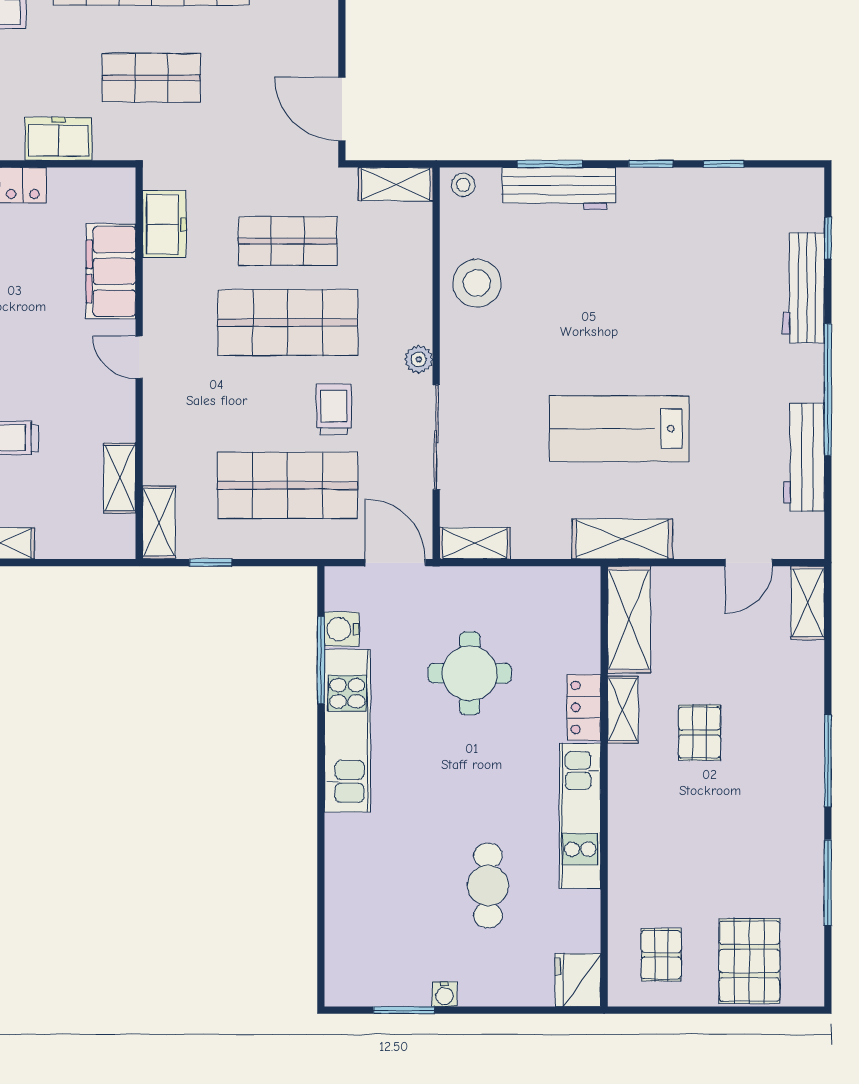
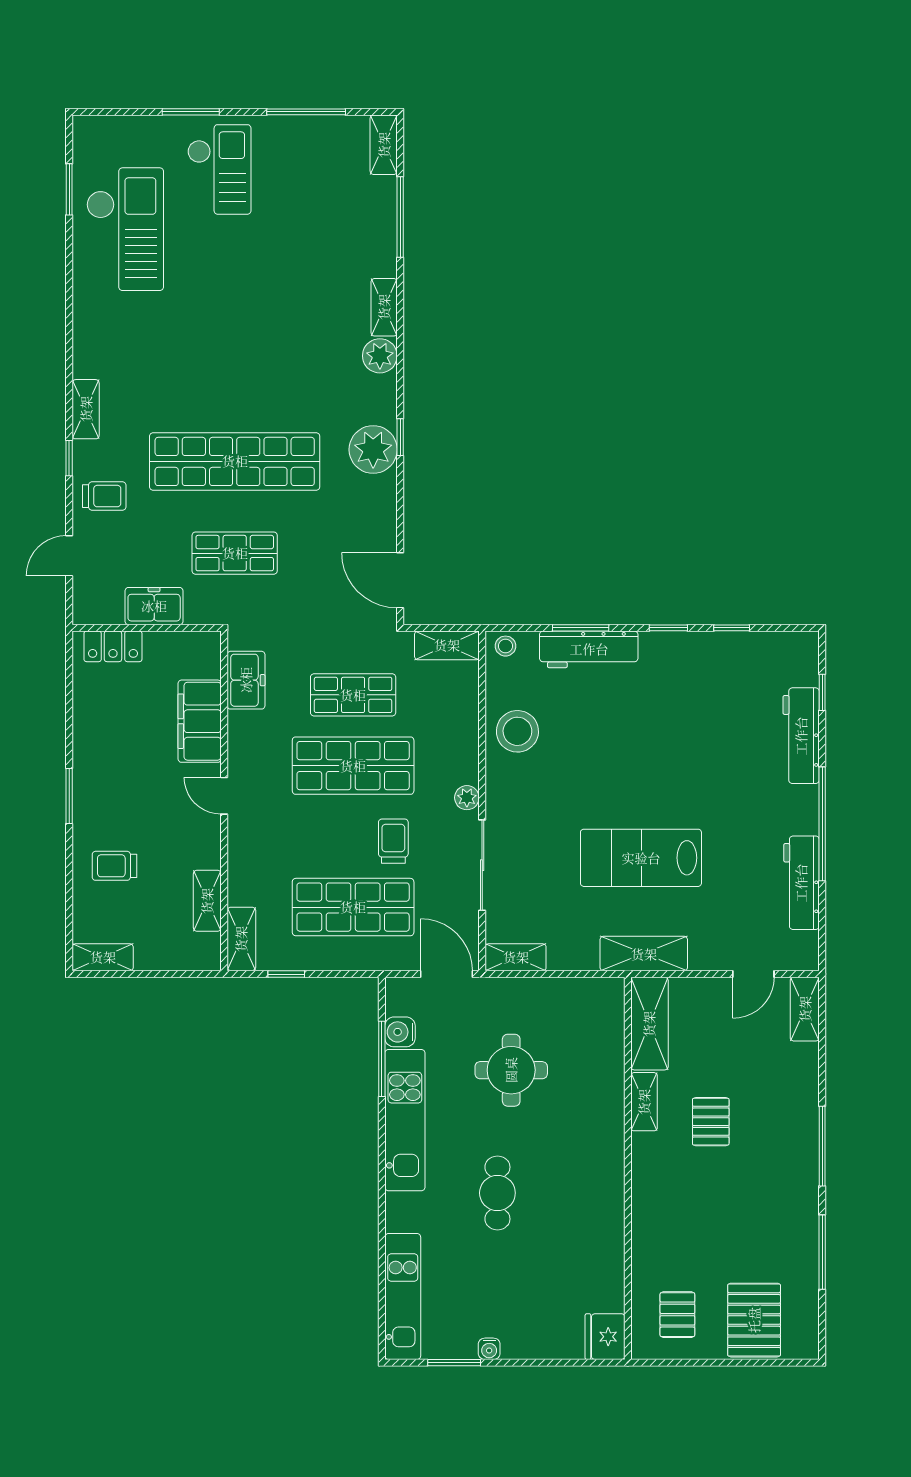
locker: (584, 707) -> (610, 1100), removed
kitchen unit: (580, 816) -> (403, 1297), moved, turned 180
cafe table: (488, 885) -> (497, 1193), moved

